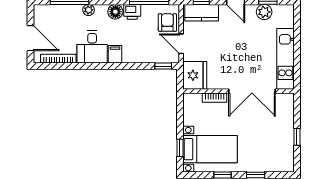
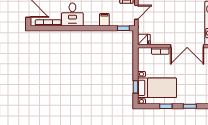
door: (181, 44) -> (136, 12), swing flipped
filing cabinet: (115, 54) -> (104, 20), moved
fridge: (195, 75) -> (144, 40), width x0.53, depth x0.75

